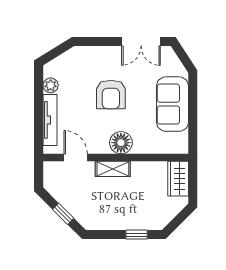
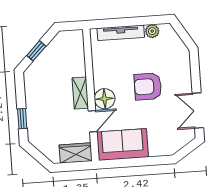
sofa: (172, 104) -> (123, 144), moved
door: (76, 157) -> (93, 121), moved

